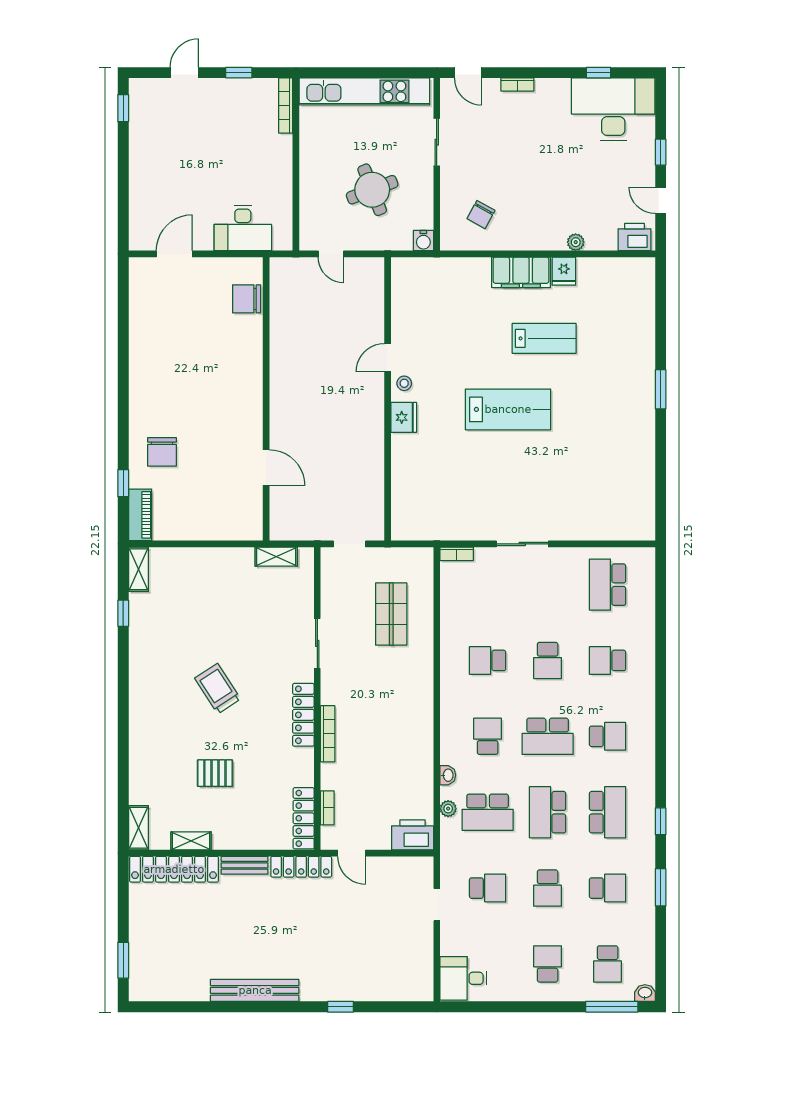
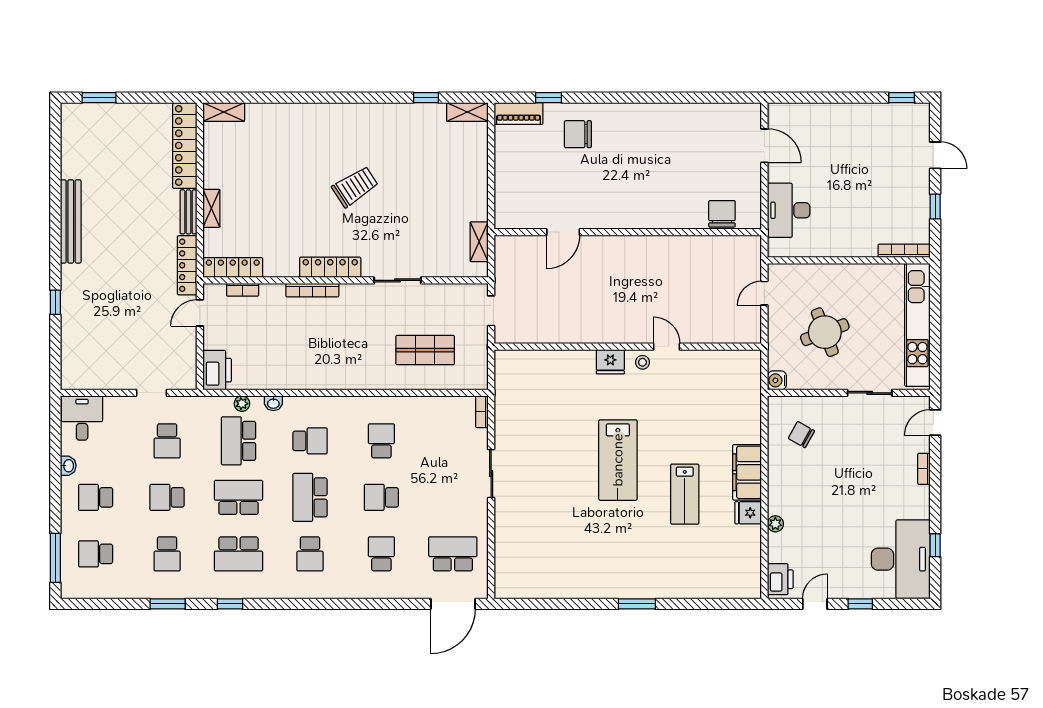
door: (661, 584) -> (453, 604), added
pallet: (215, 773) -> (275, 184), removed
shelving: (191, 841) -> (211, 208), moved
school desk: (548, 964) -> (96, 497), turned 180
washbasin: (645, 993) -> (68, 466), moved

